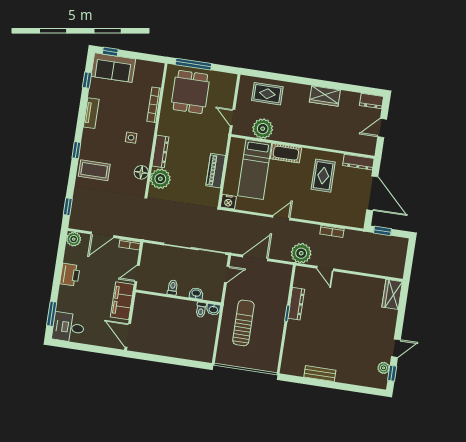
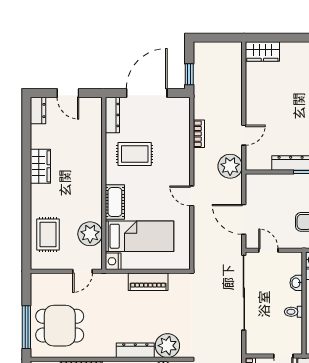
nightstand: (228, 202) -> (113, 261), moved, turned 180

